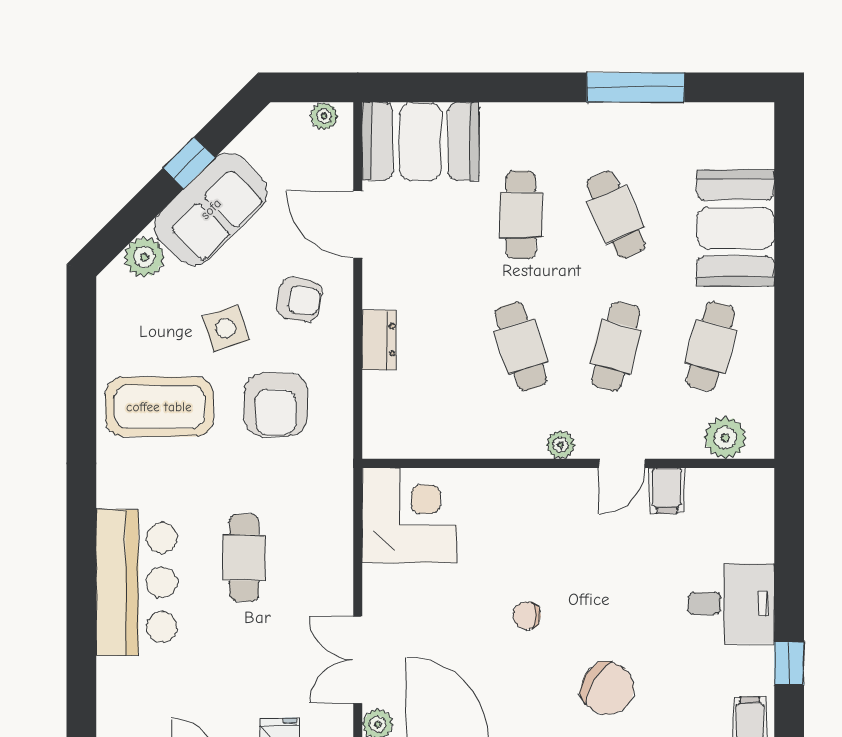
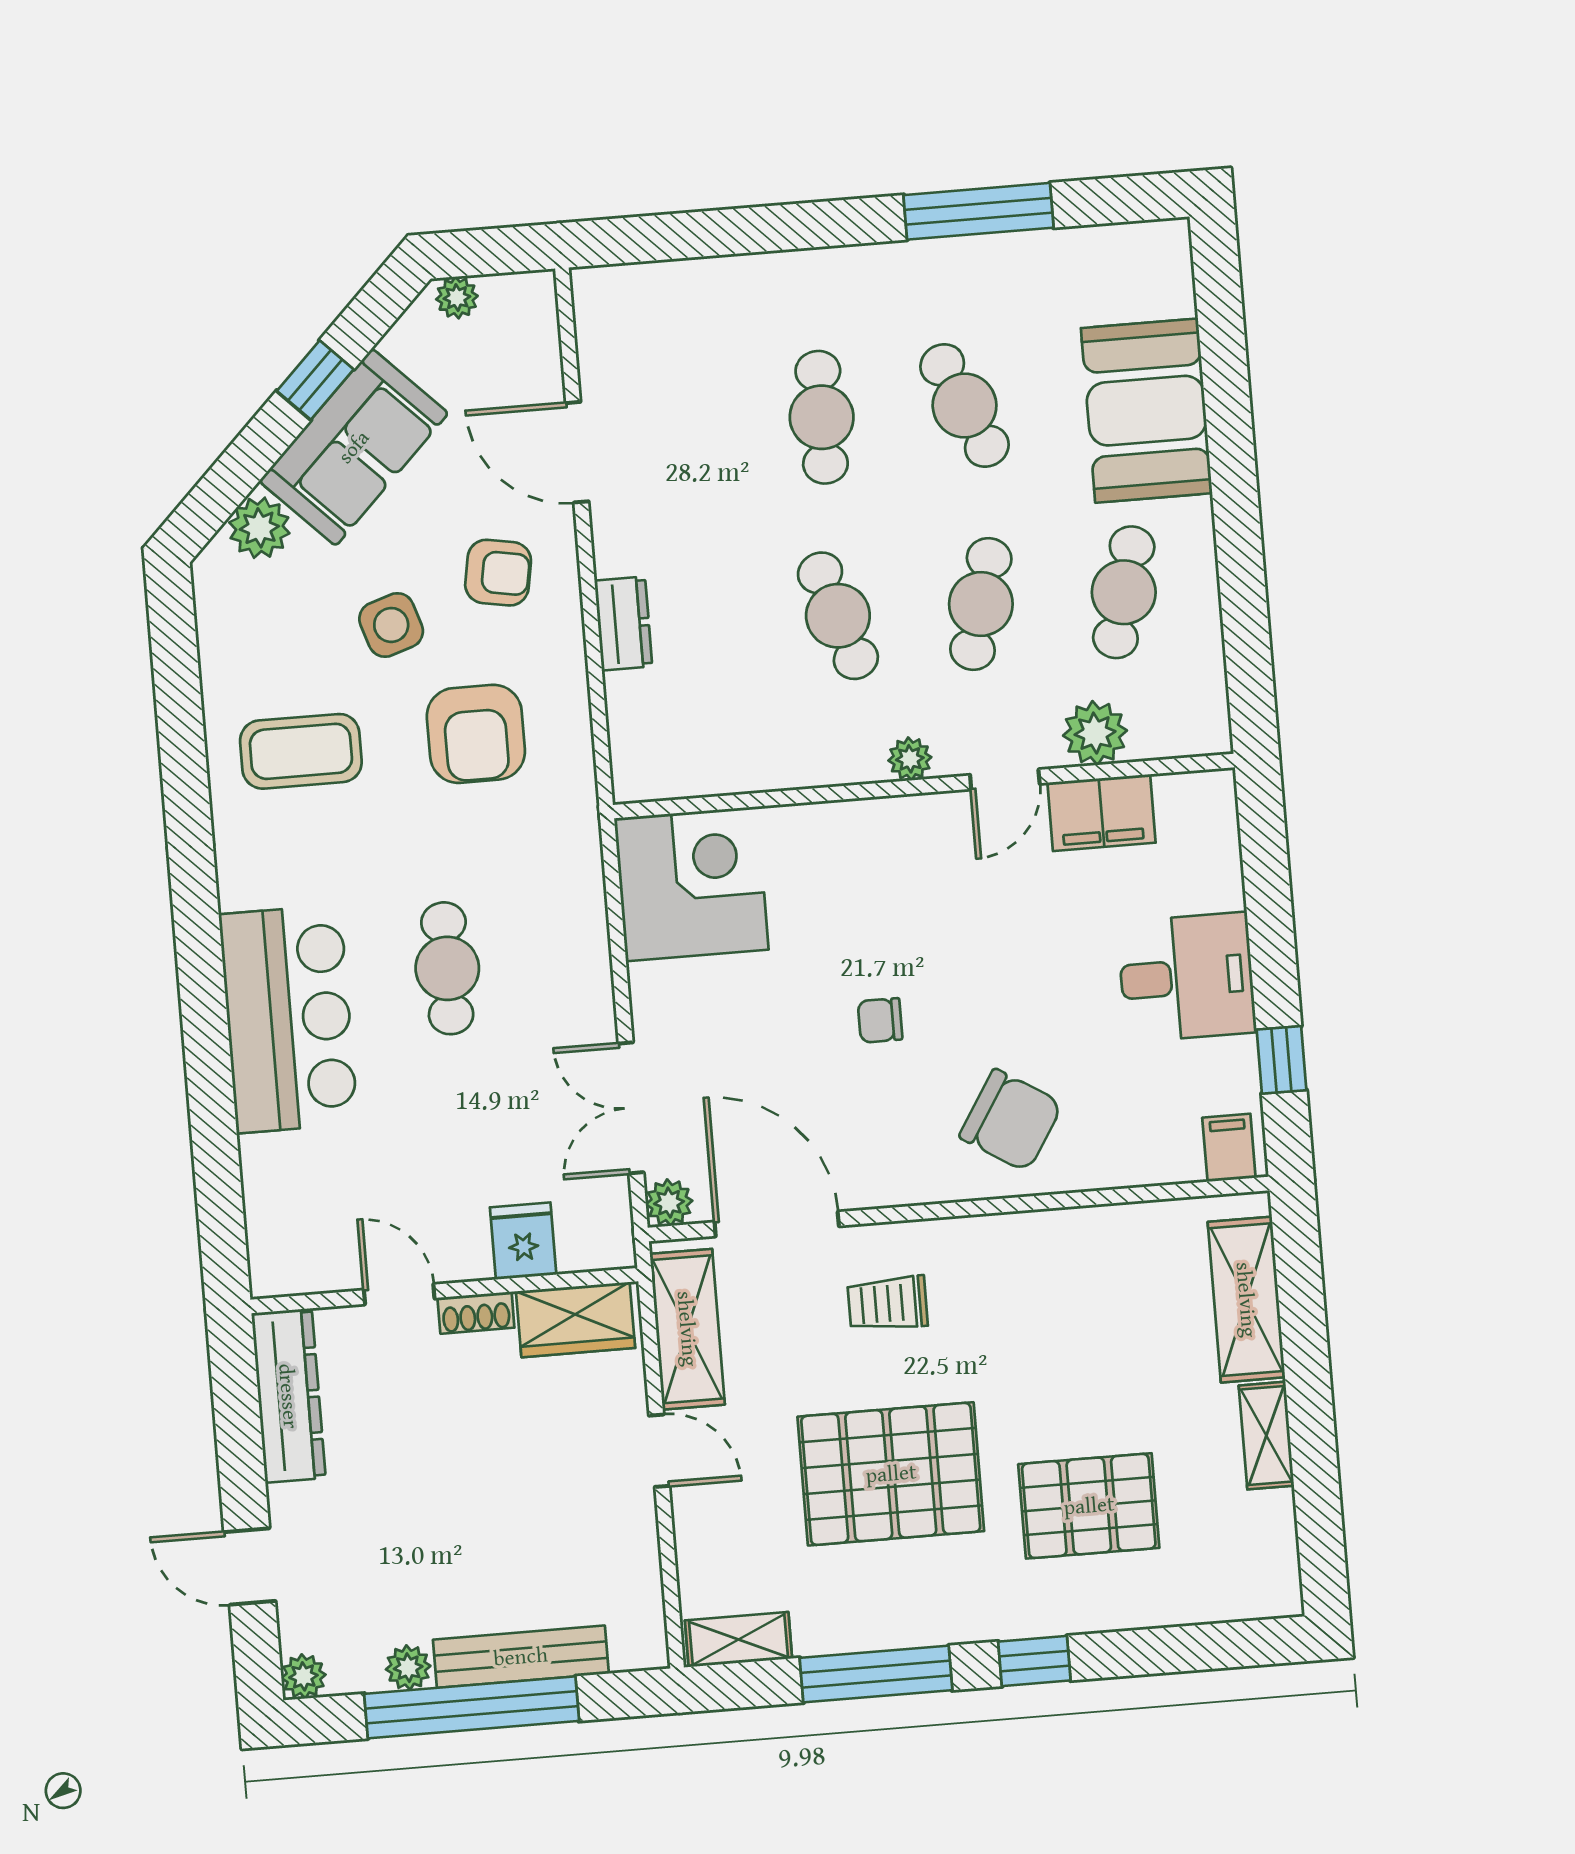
plant: (324, 116) -> (457, 298), moved
booth: (421, 141) -> (661, 319), removed
coffee table: (159, 407) -> (301, 751), width x0.73, depth x0.76
plant: (725, 438) -> (1095, 733), moved
filing cabinet: (667, 491) -> (1101, 813), width x2.00

